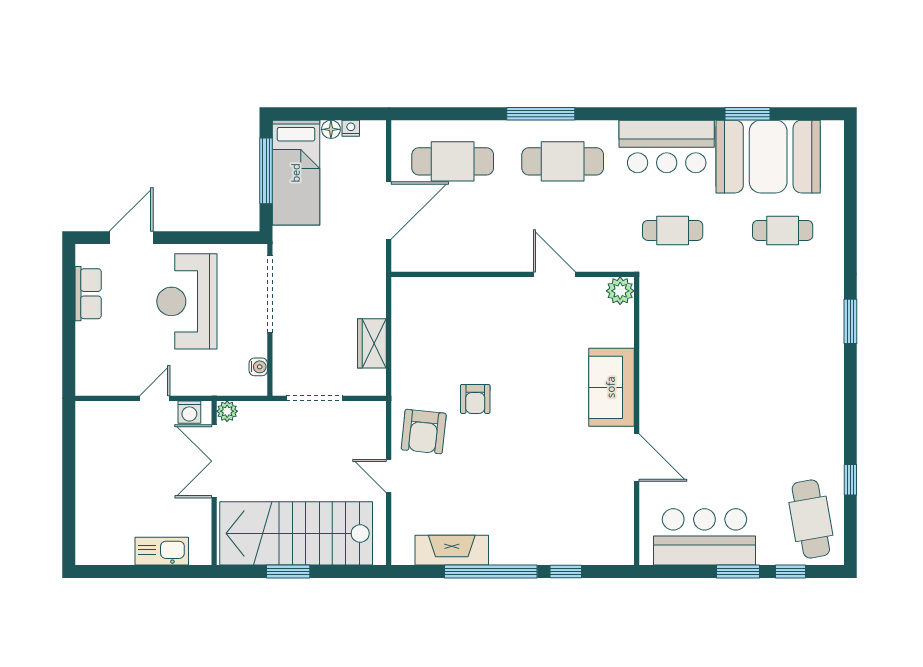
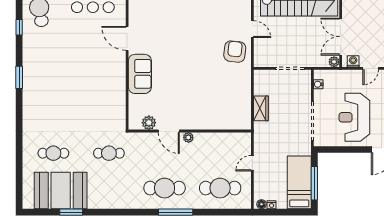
floor lamp: (331, 129) -> (261, 204), moved
bar counter: (667, 146) -> (112, 196), removed
door: (389, 210) -> (252, 163), width x0.53
plant: (516, 261) -> (188, 137), added
plant: (620, 291) -> (149, 123), moved
reception desk: (187, 301) -> (354, 117), turned 180
window: (850, 321) -> (19, 77), moved
wardrobe: (372, 343) -> (261, 108), moved
armchair: (475, 399) -> (209, 68), removed
double door: (214, 461) -> (341, 37), swing flipped

